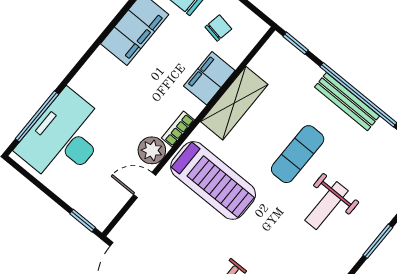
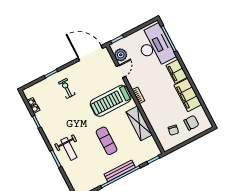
filing cabinet: (209, 78) -> (177, 71), moved, turned 180
plant: (152, 150) -> (121, 55), moved
weight bench: (326, 206) -> (69, 149), moved, turned 180

